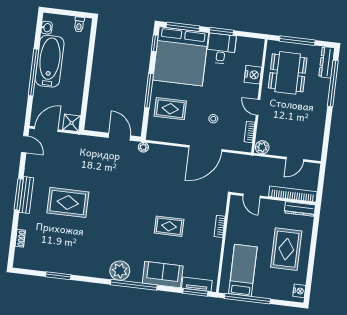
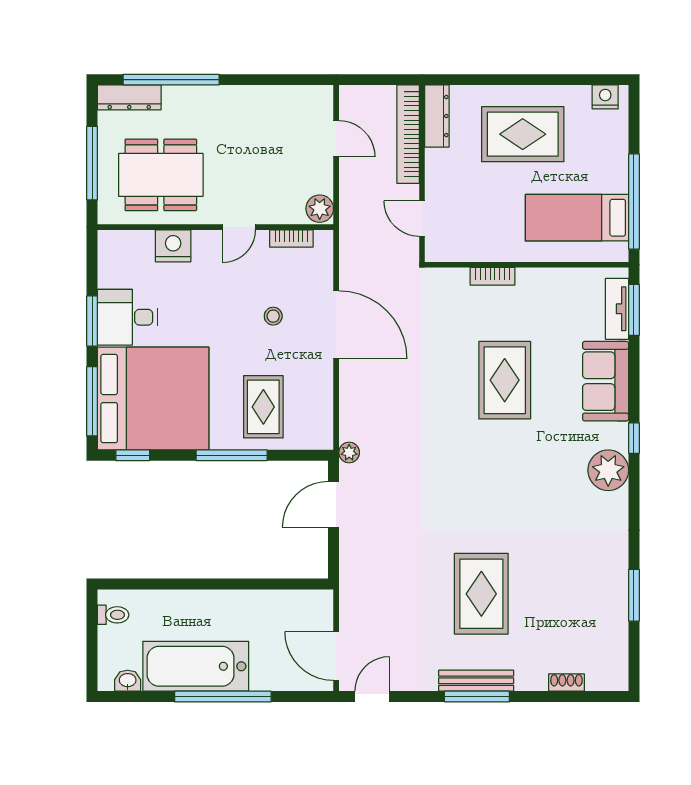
shower: (72, 123) -> (317, 606), removed
door: (251, 196) -> (422, 219), swing flipped
rug: (169, 226) -> (505, 380), width x1.36, depth x1.43
window: (134, 285) -> (634, 438), width x0.32

